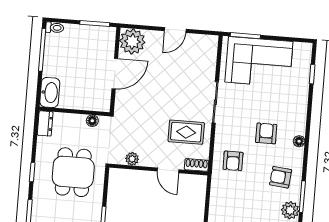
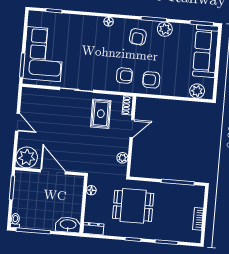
armchair: (266, 133) -> (151, 80), moved

